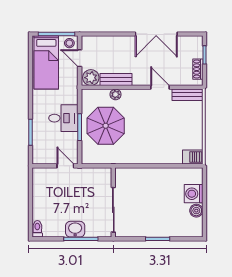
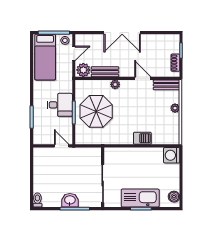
double door: (156, 34) -> (122, 33), moved
door: (80, 58) -> (74, 53), swing flipped
plant: (116, 94) -> (115, 84), moved
plant: (198, 122) -> (175, 108), added
barbecue: (193, 157) -> (142, 138), moved
washing machine: (194, 194) -> (172, 155), moved
boiler: (196, 211) -> (174, 197), moved
kitchen sink: (157, 227) -> (140, 198), added

